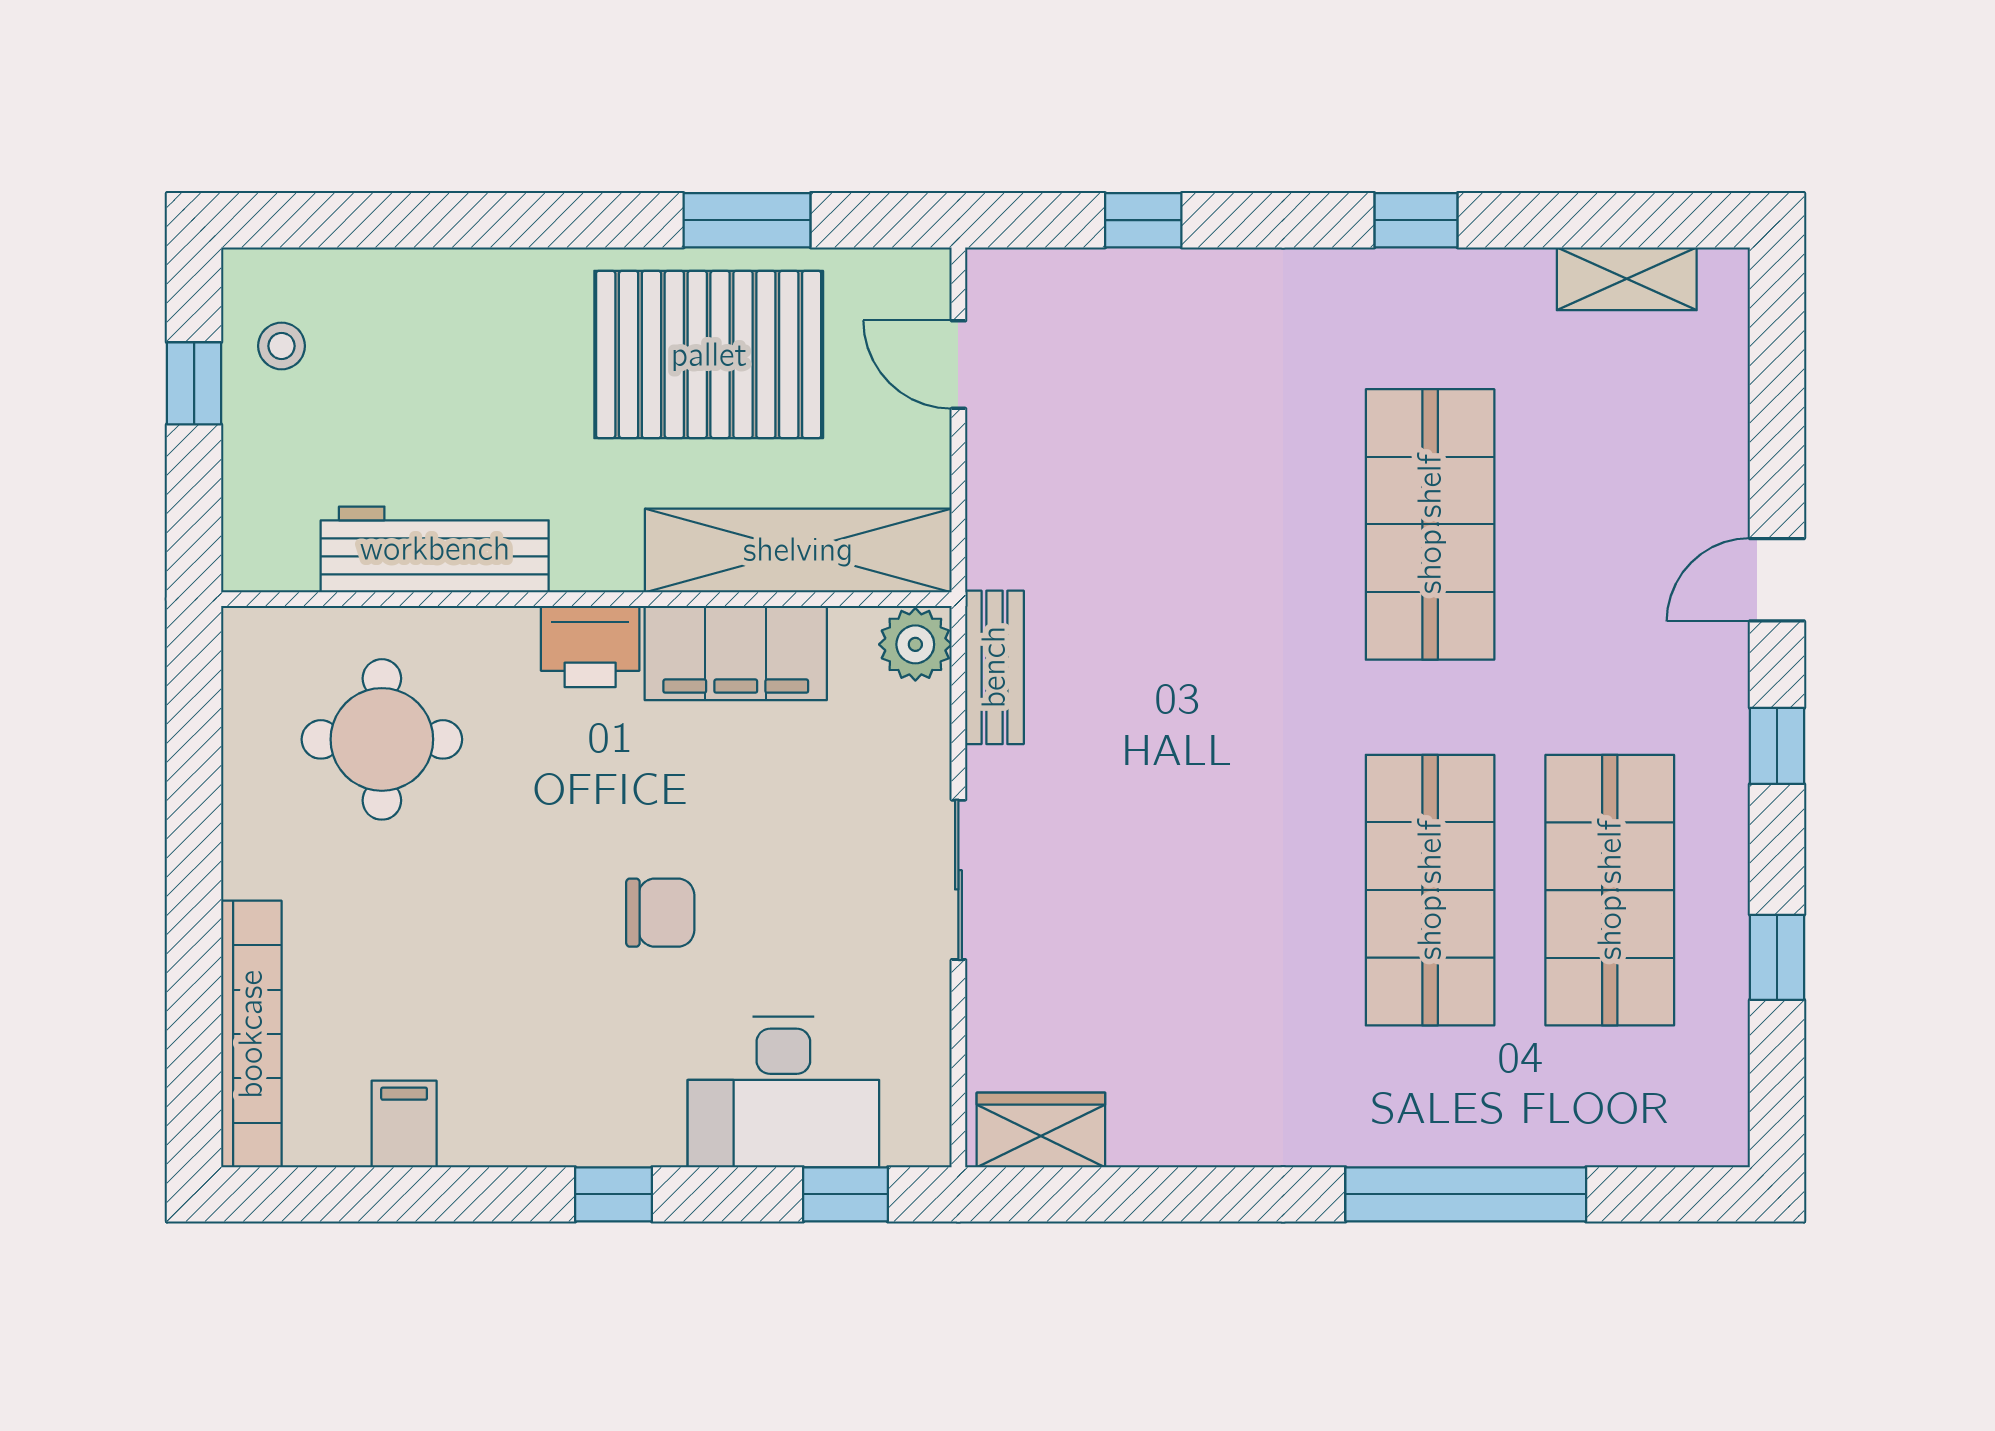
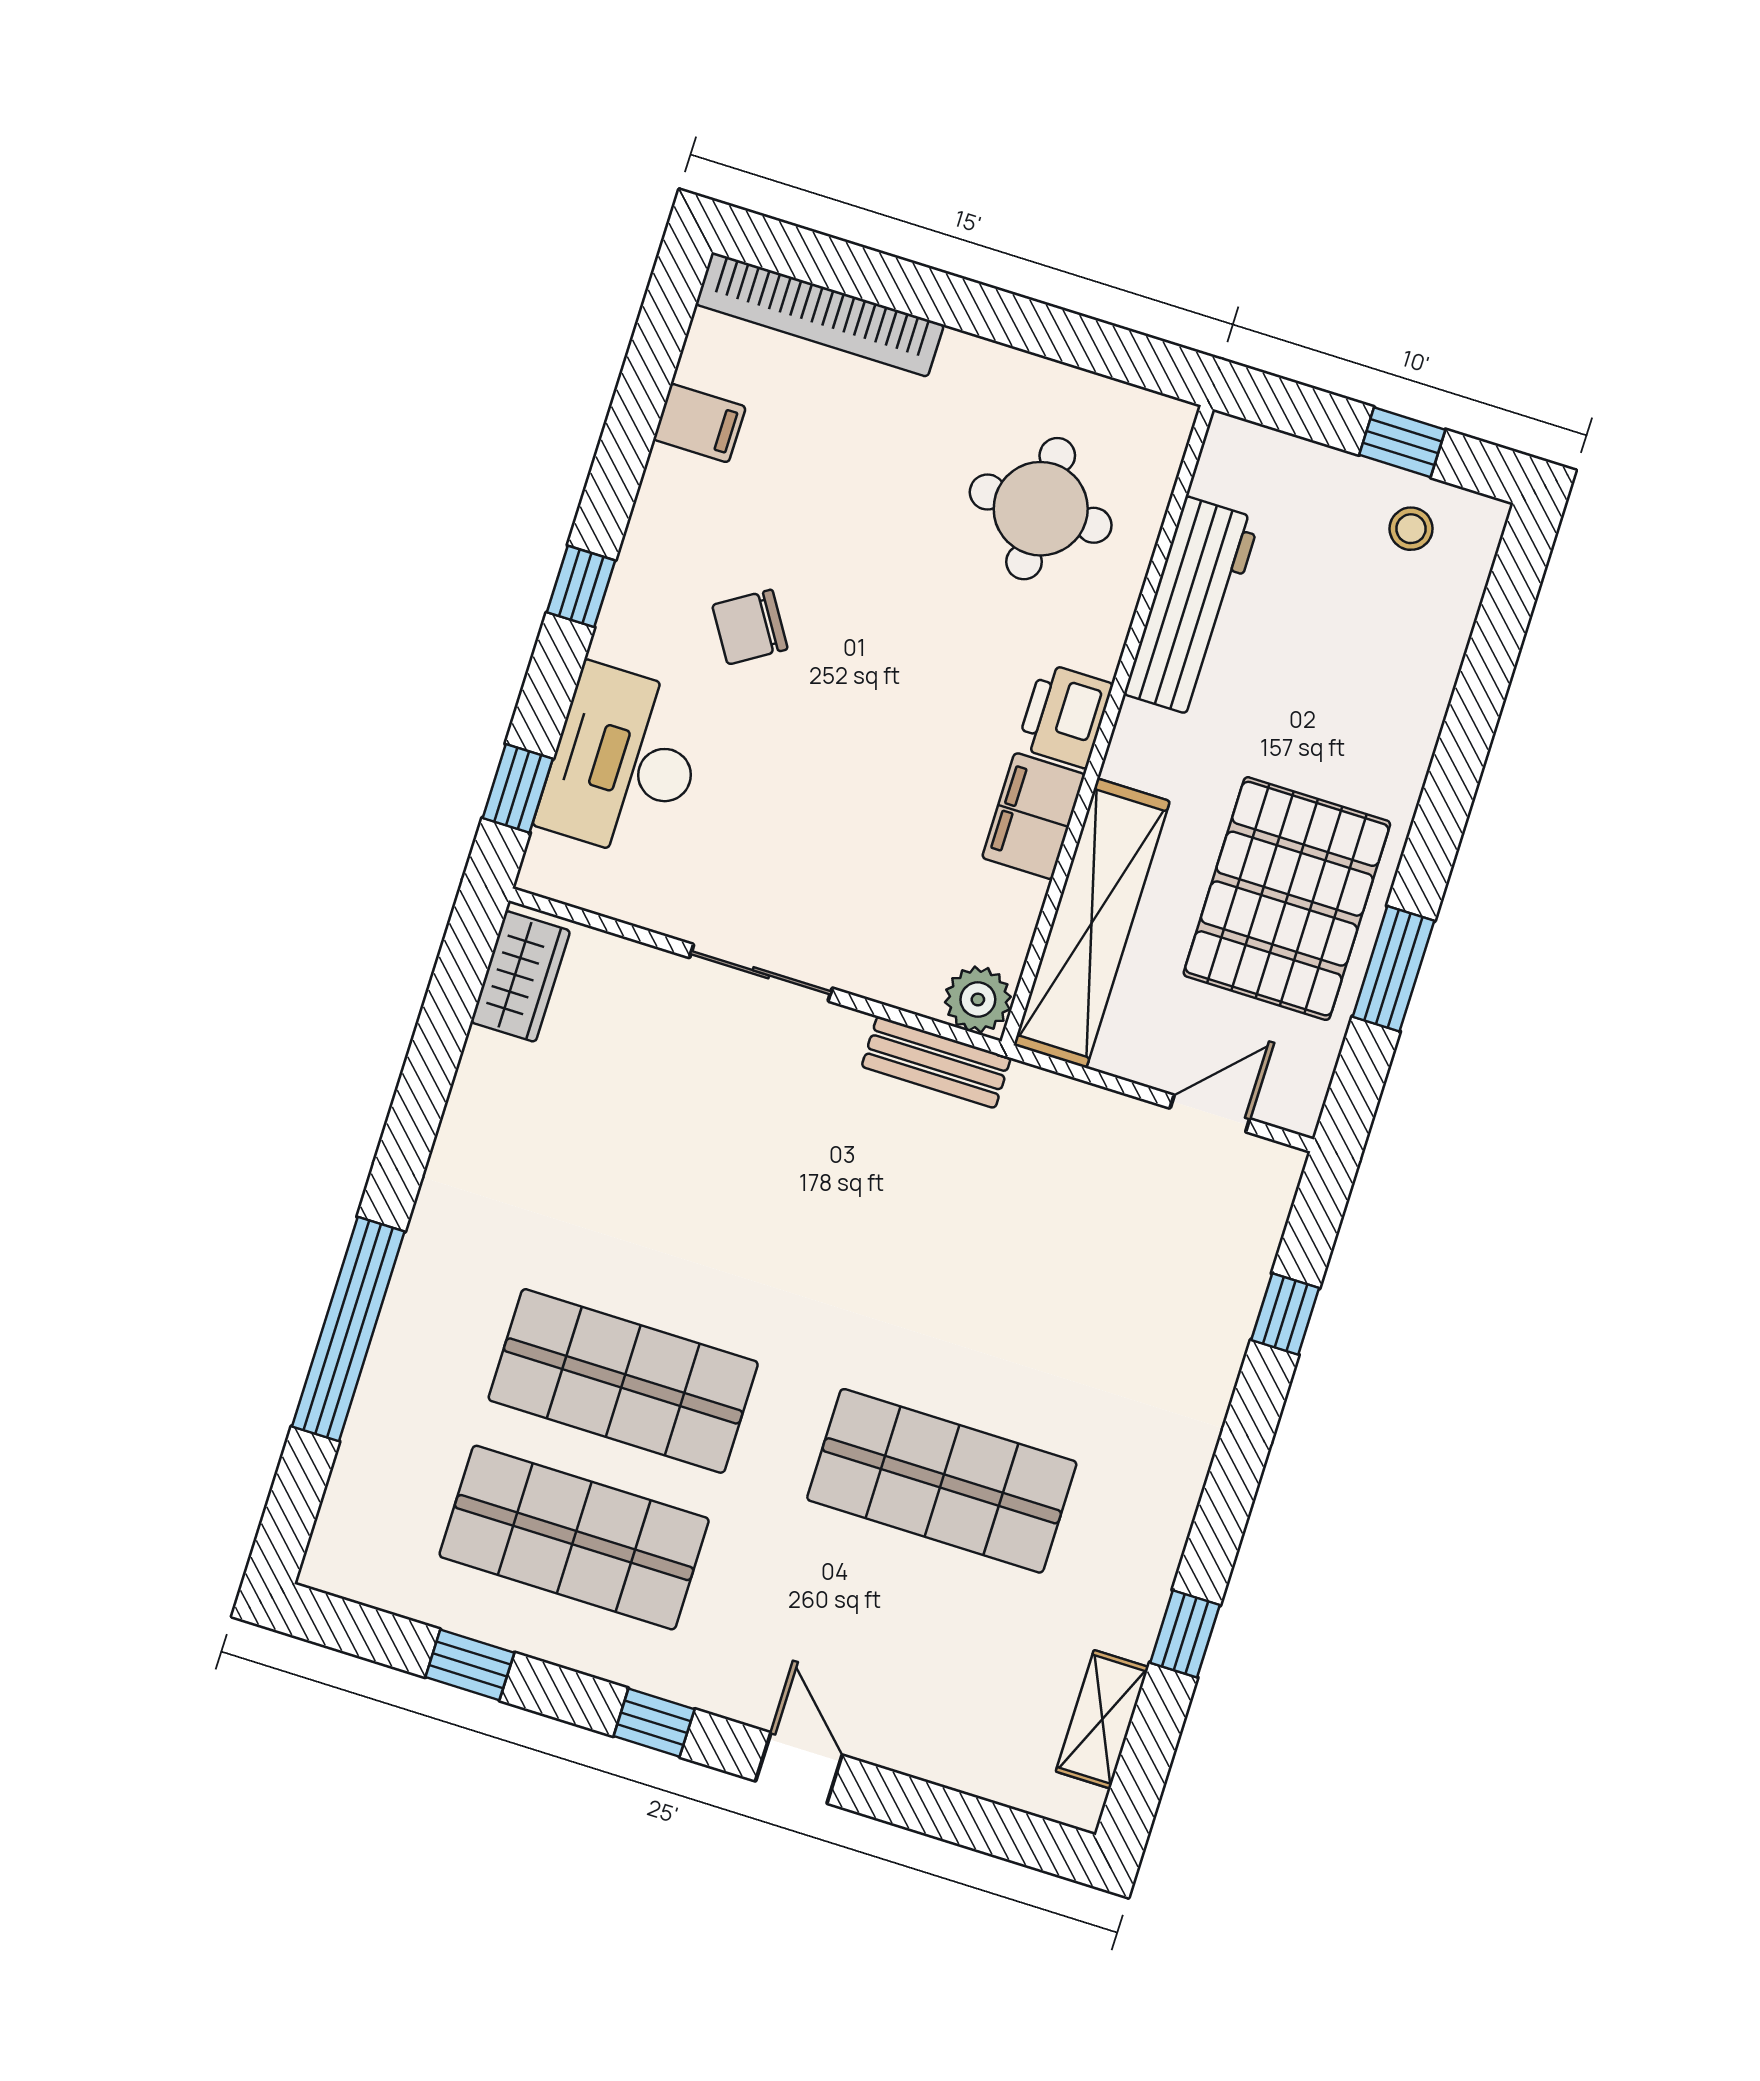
window: (1416, 220) -> (1185, 1634), moved
filing cabinet: (736, 653) -> (1034, 816), width x0.67, depth x0.86
chair: (660, 913) -> (750, 627), moved, turned 58

